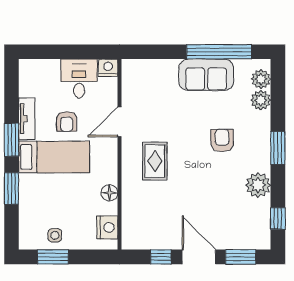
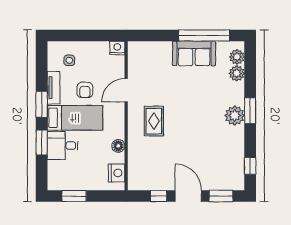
desk: (79, 78) -> (63, 146), moved, turned -90
armchair: (222, 141) -> (207, 105), removed
plant: (258, 185) -> (235, 116), moved
side table: (55, 235) -> (69, 60), moved

